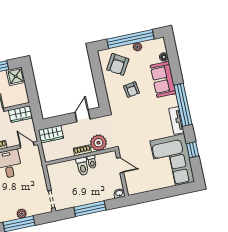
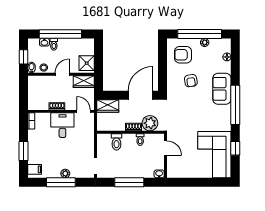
armchair: (118, 64) -> (183, 55), turned 59
shower: (16, 76) -> (87, 63), moved
sofa: (163, 79) -> (222, 89), moved
door: (83, 116) -> (141, 95), width x1.88
tv unit: (176, 120) -> (226, 118), removed
toilet: (82, 166) -> (116, 142), moved

